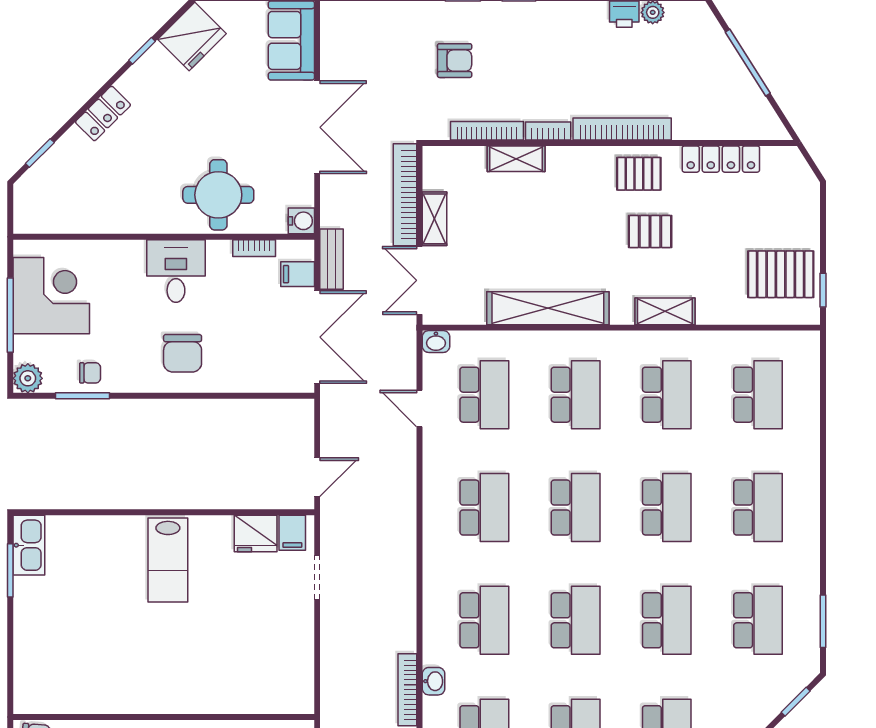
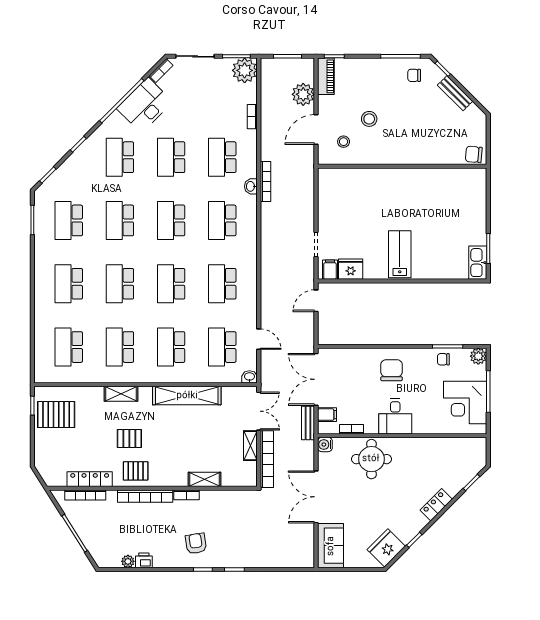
armchair: (455, 61) -> (196, 544), moved, turned 81
bookcase: (487, 131) -> (85, 495), moved

